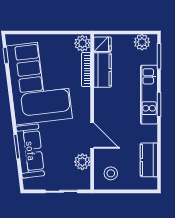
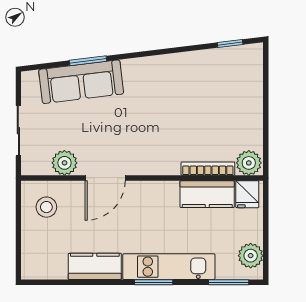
corner sofa: (39, 82) -> (188, 96), removed
kitchen counter: (149, 160) -> (95, 266), moved

